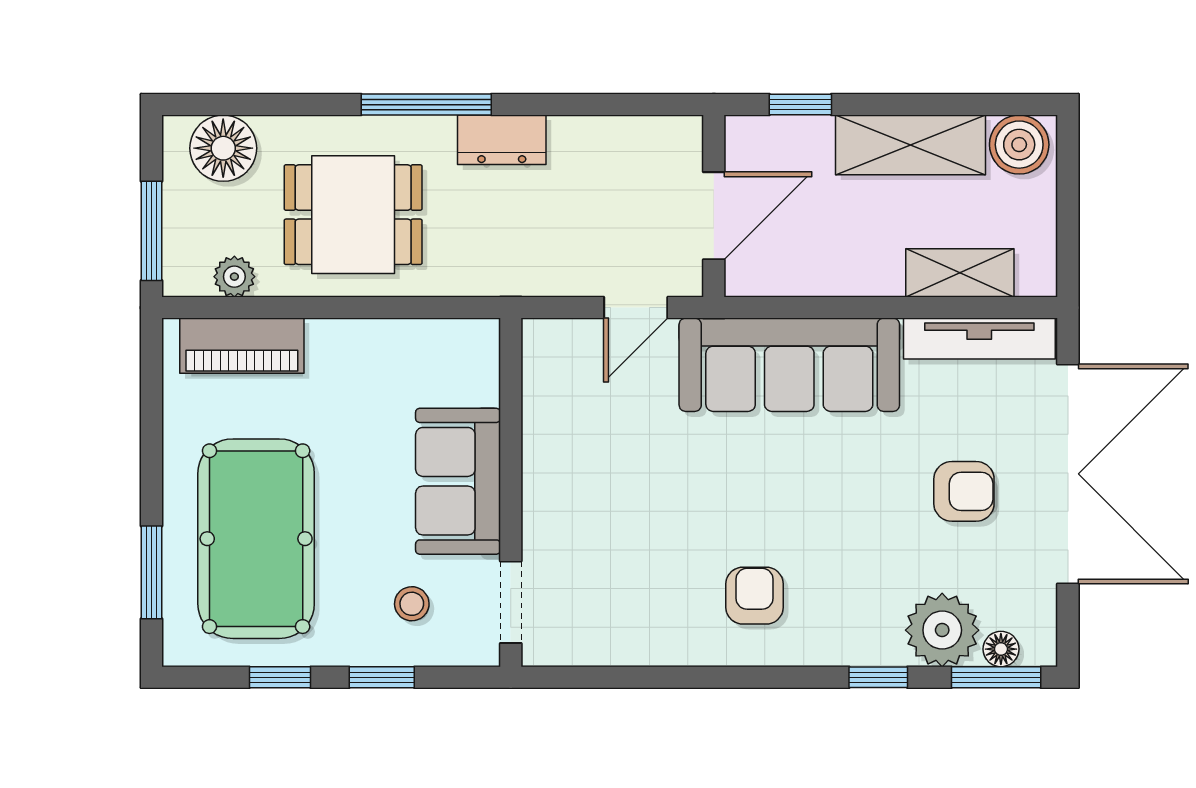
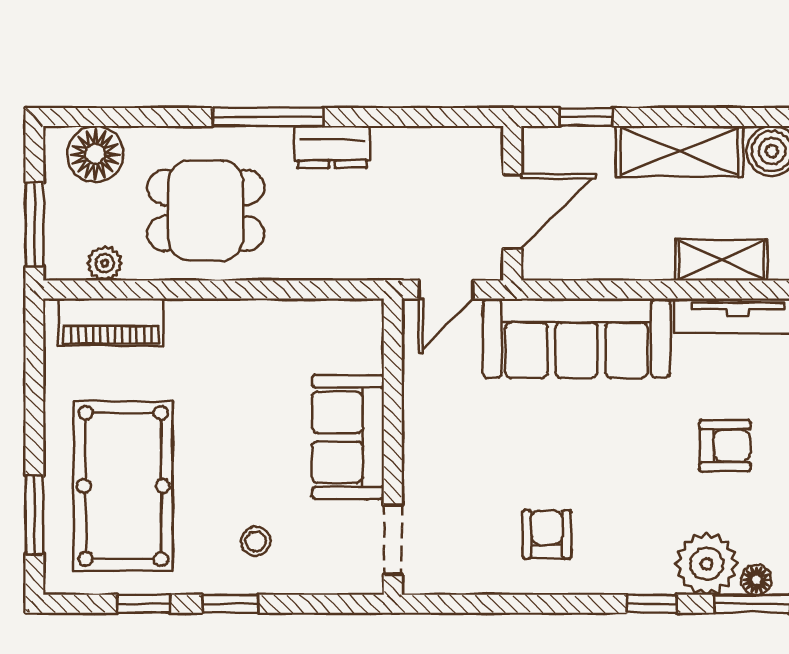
sofa: (458, 481) -> (348, 437), moved
wall: (511, 492) -> (393, 447), moved
doorway: (511, 602) -> (393, 540), moved

